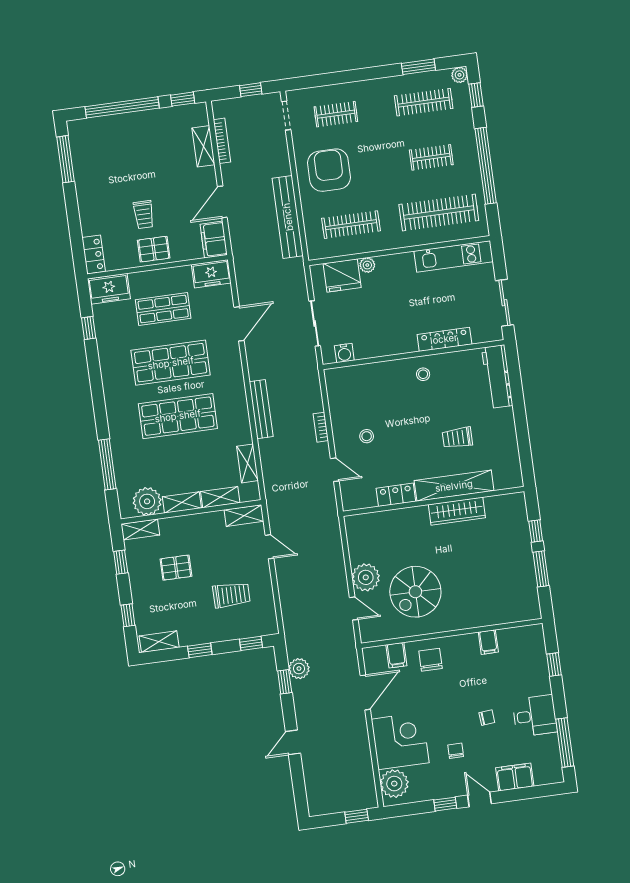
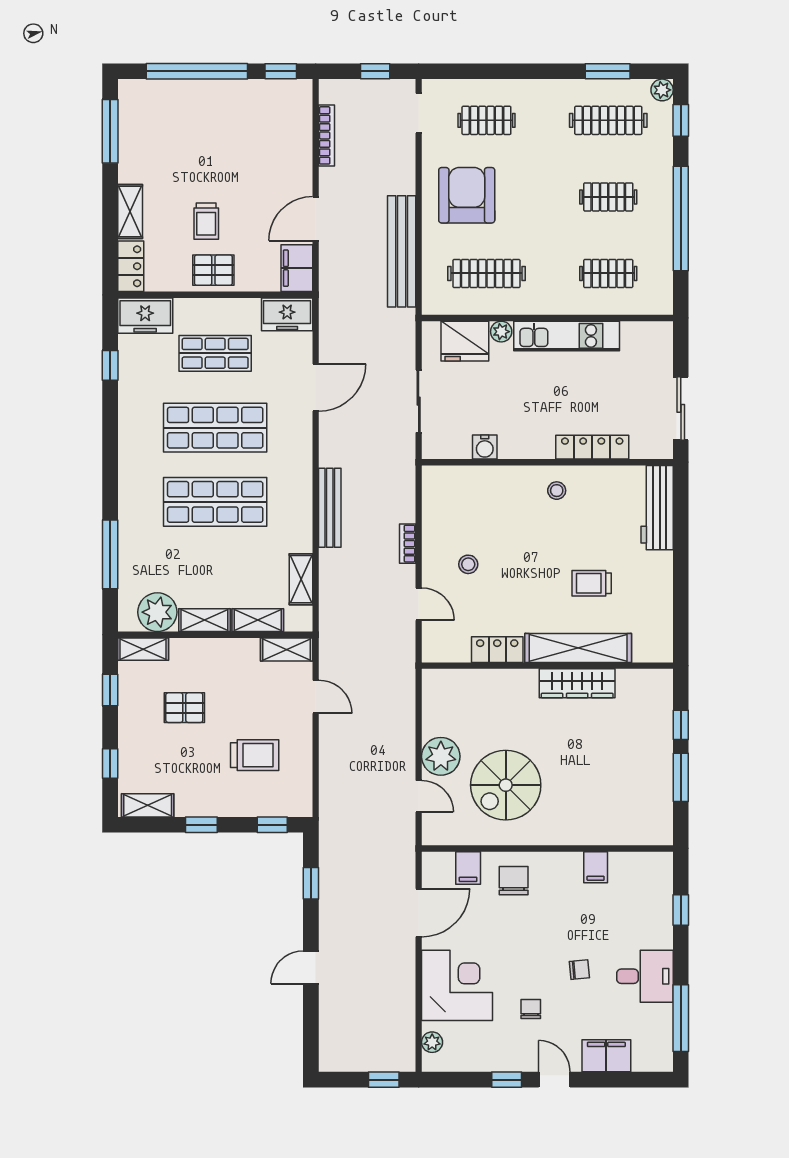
shelving: (203, 146) -> (130, 211), moved
clothes rail: (439, 213) -> (608, 273), width x0.54, depth x0.76
kitchen unit: (454, 256) -> (567, 336), moved
water cooler: (344, 353) -> (485, 447), moved
plant: (299, 669) -> (333, 868), removed
plant: (394, 784) -> (432, 1042), width x0.53, depth x0.53

